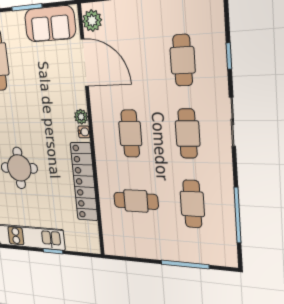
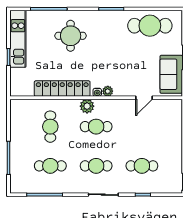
plant: (92, 21) -> (87, 106), moved
door: (85, 63) -> (144, 98), width x0.53

